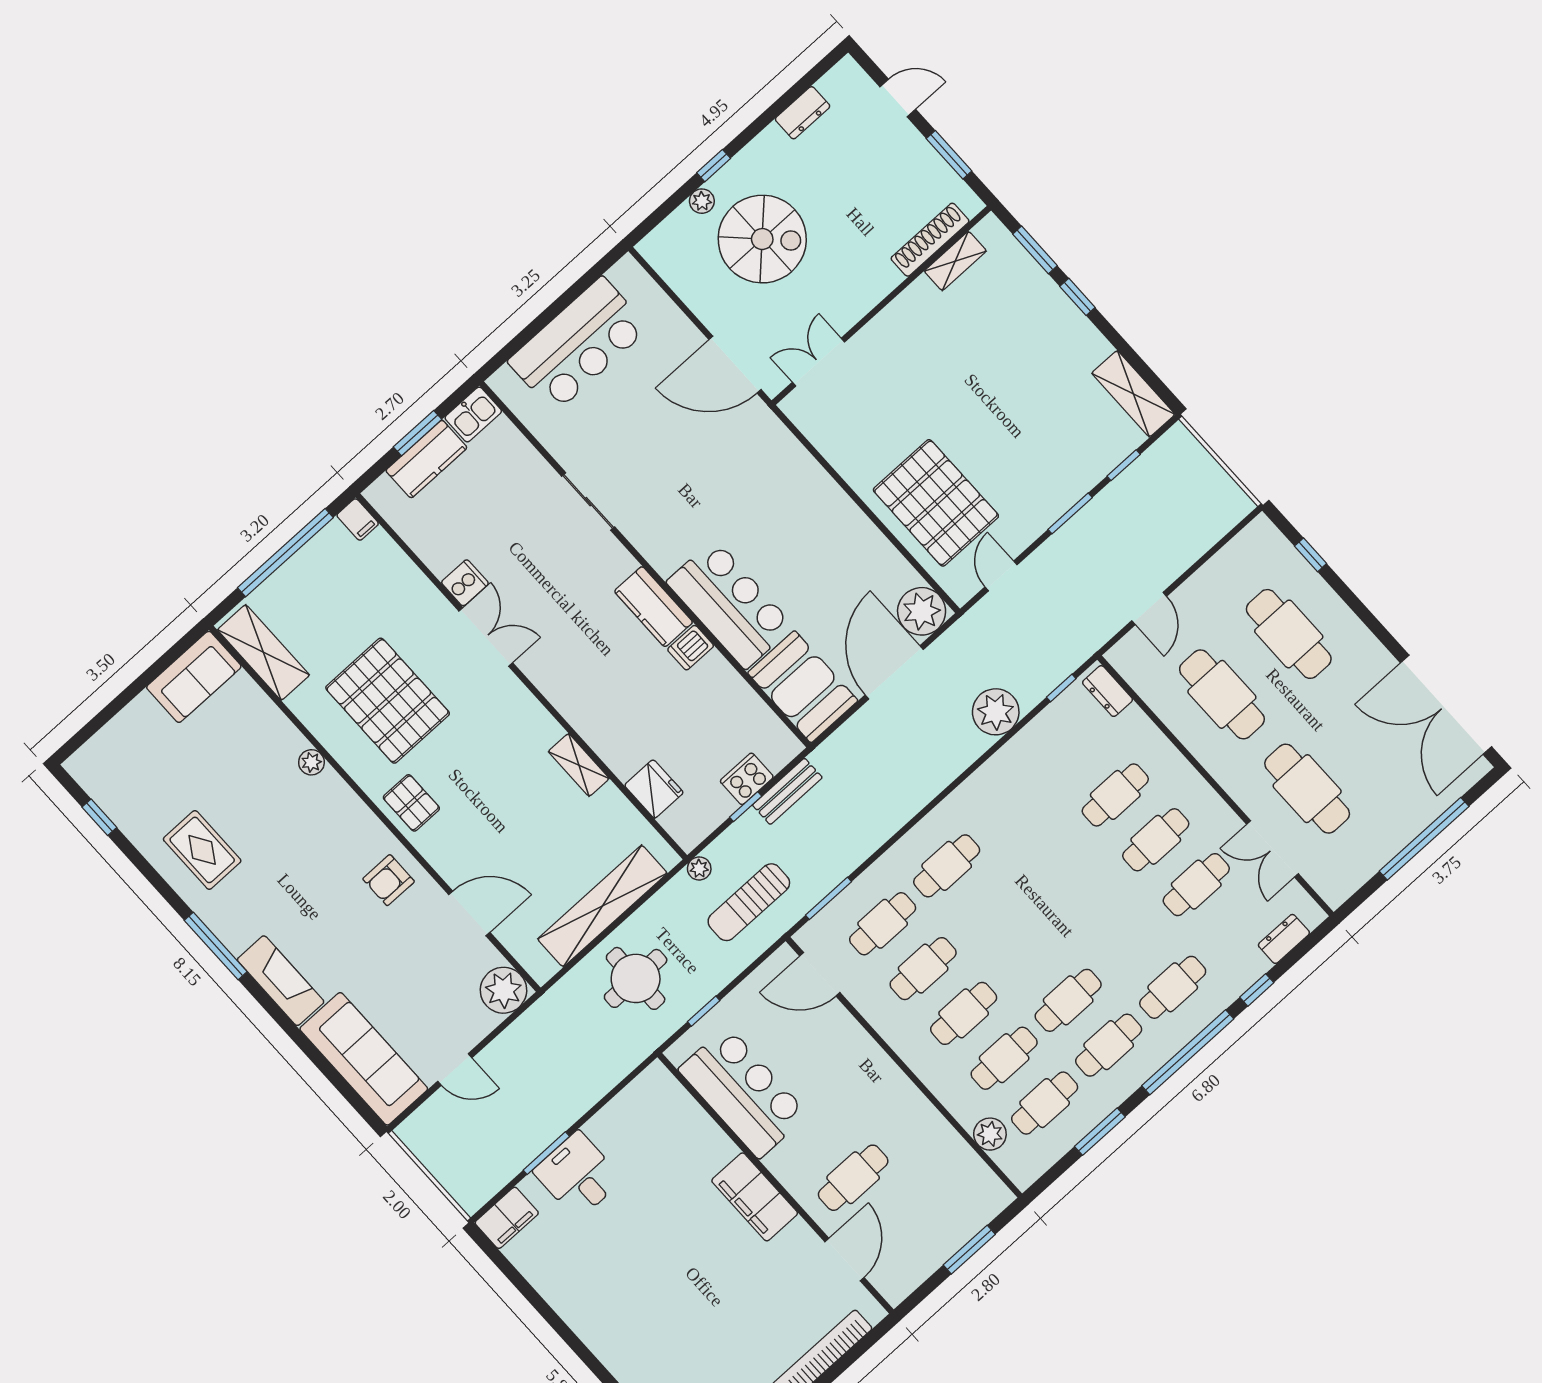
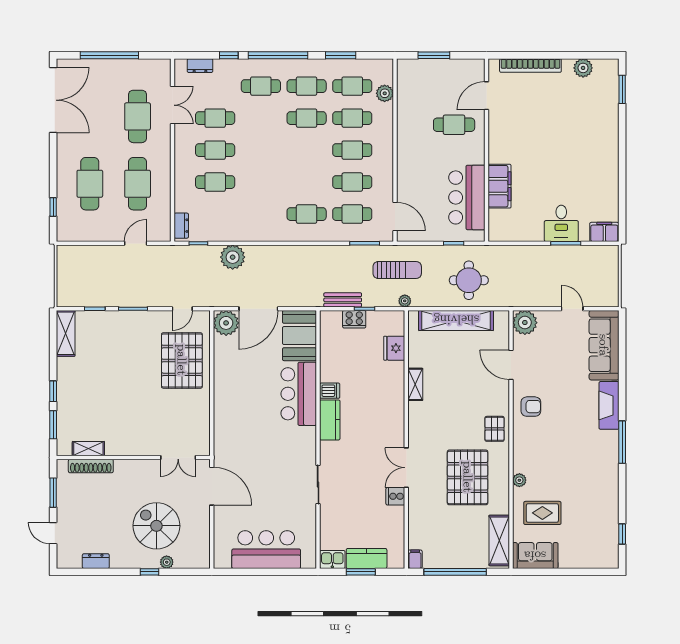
rug: (202, 850) -> (542, 513), moved, turned 90
filing cabinet: (755, 1197) -> (500, 186), moved

